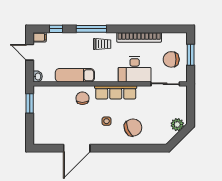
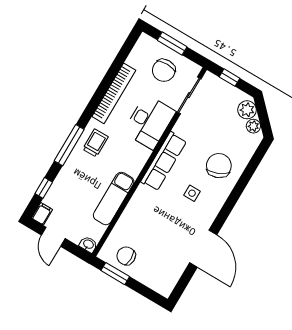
door: (30, 52) -> (53, 237), hinge flipped
chair: (82, 98) -> (126, 256), moved
window: (191, 102) -> (230, 78), added
plant: (170, 134) -> (253, 126), added

